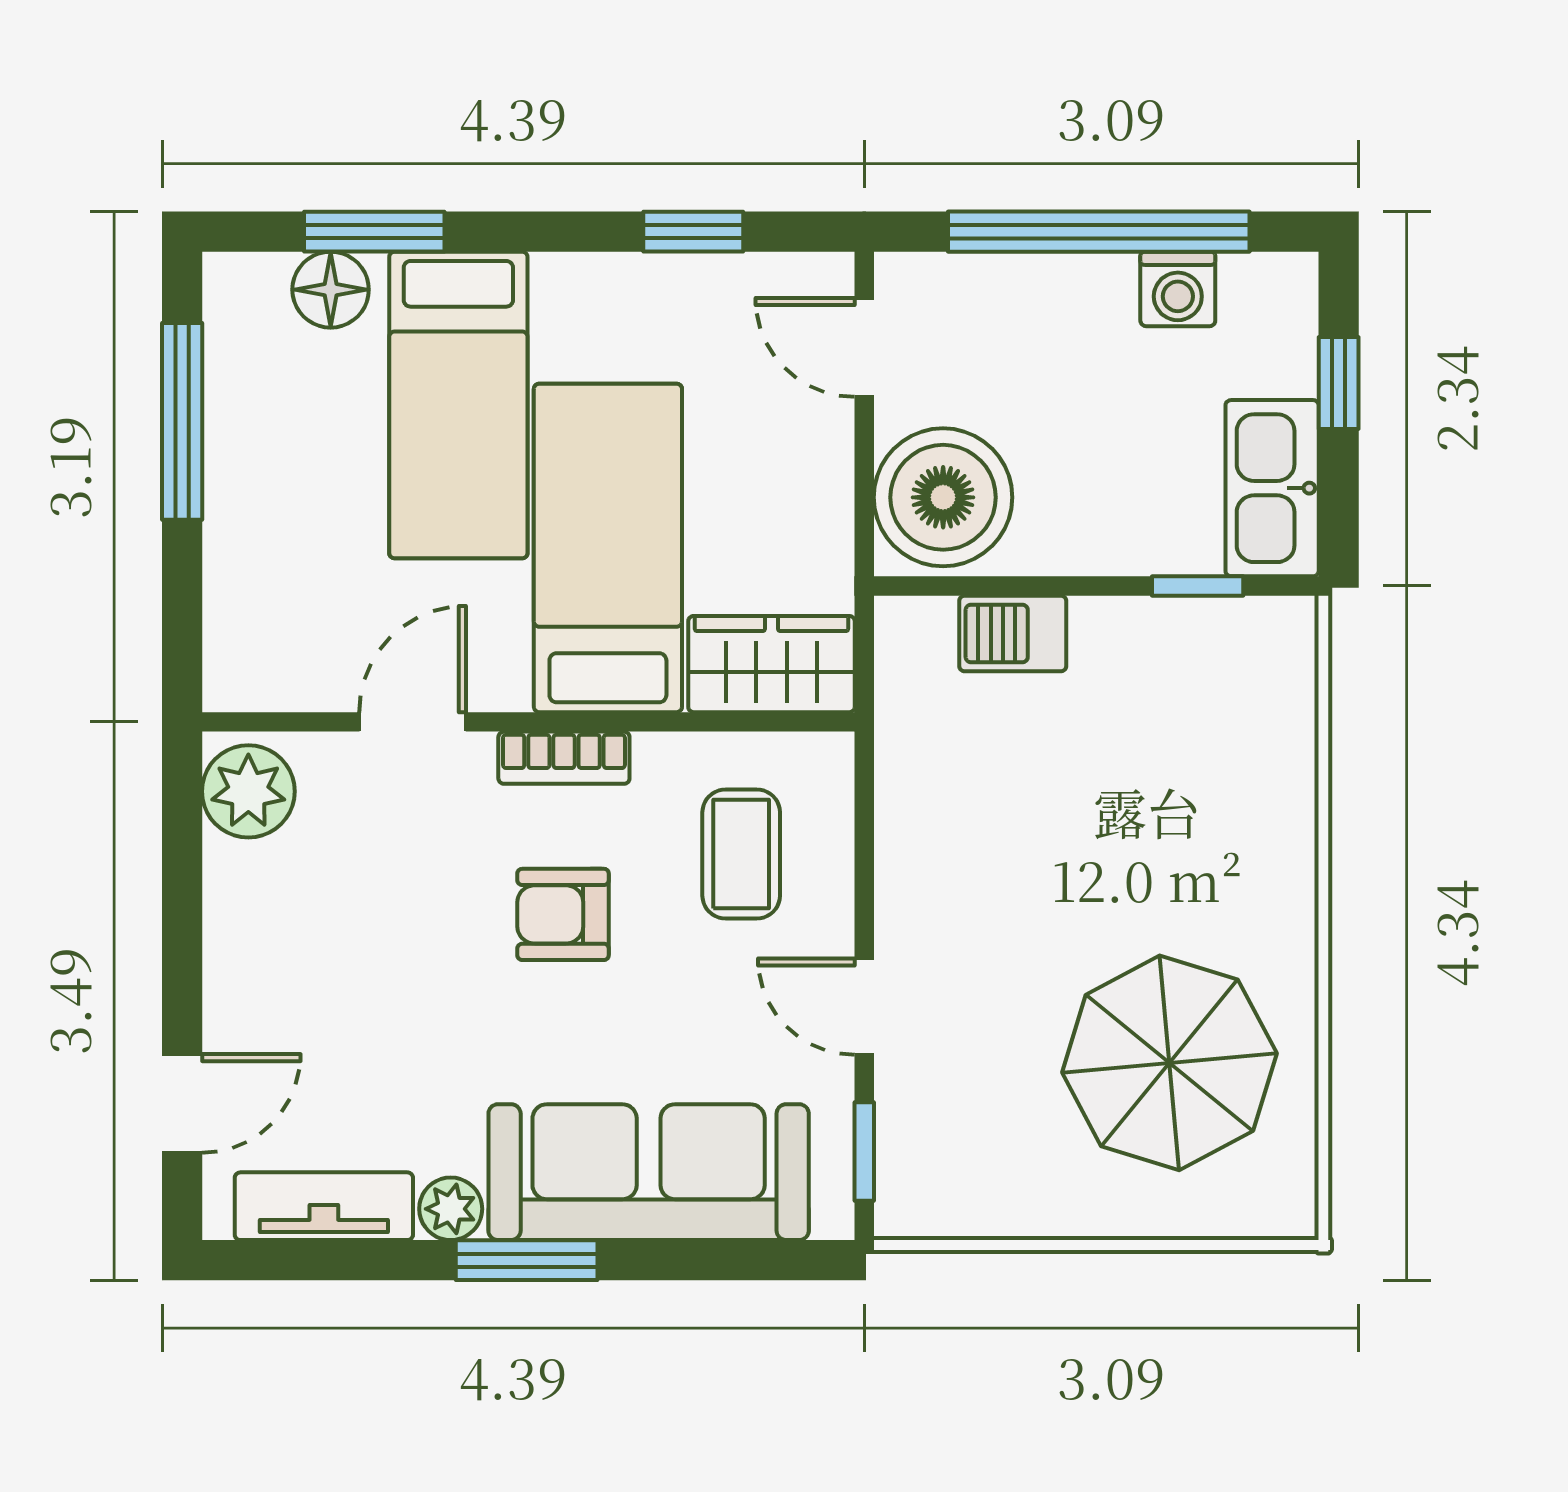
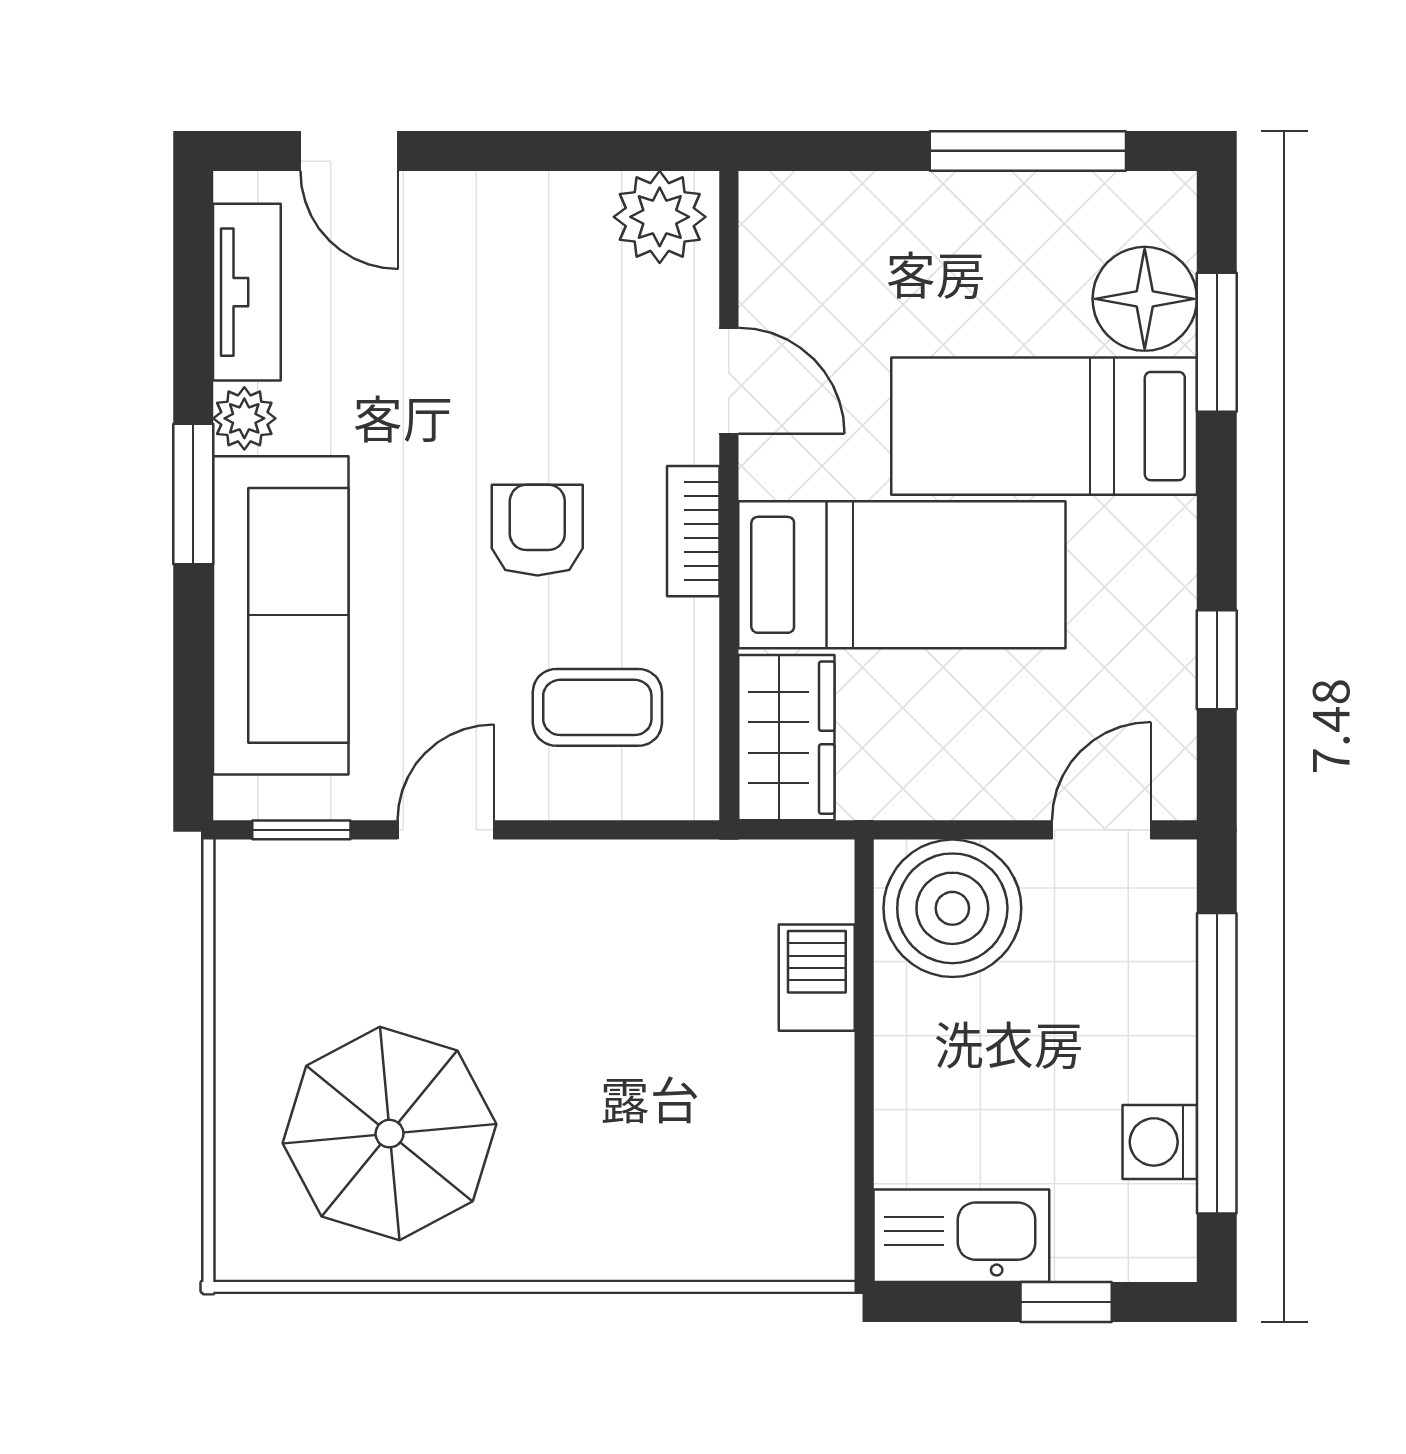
floor lamp: (331, 290) -> (1145, 299), width x1.38, depth x1.38
window: (1198, 586) -> (864, 1162), removed

